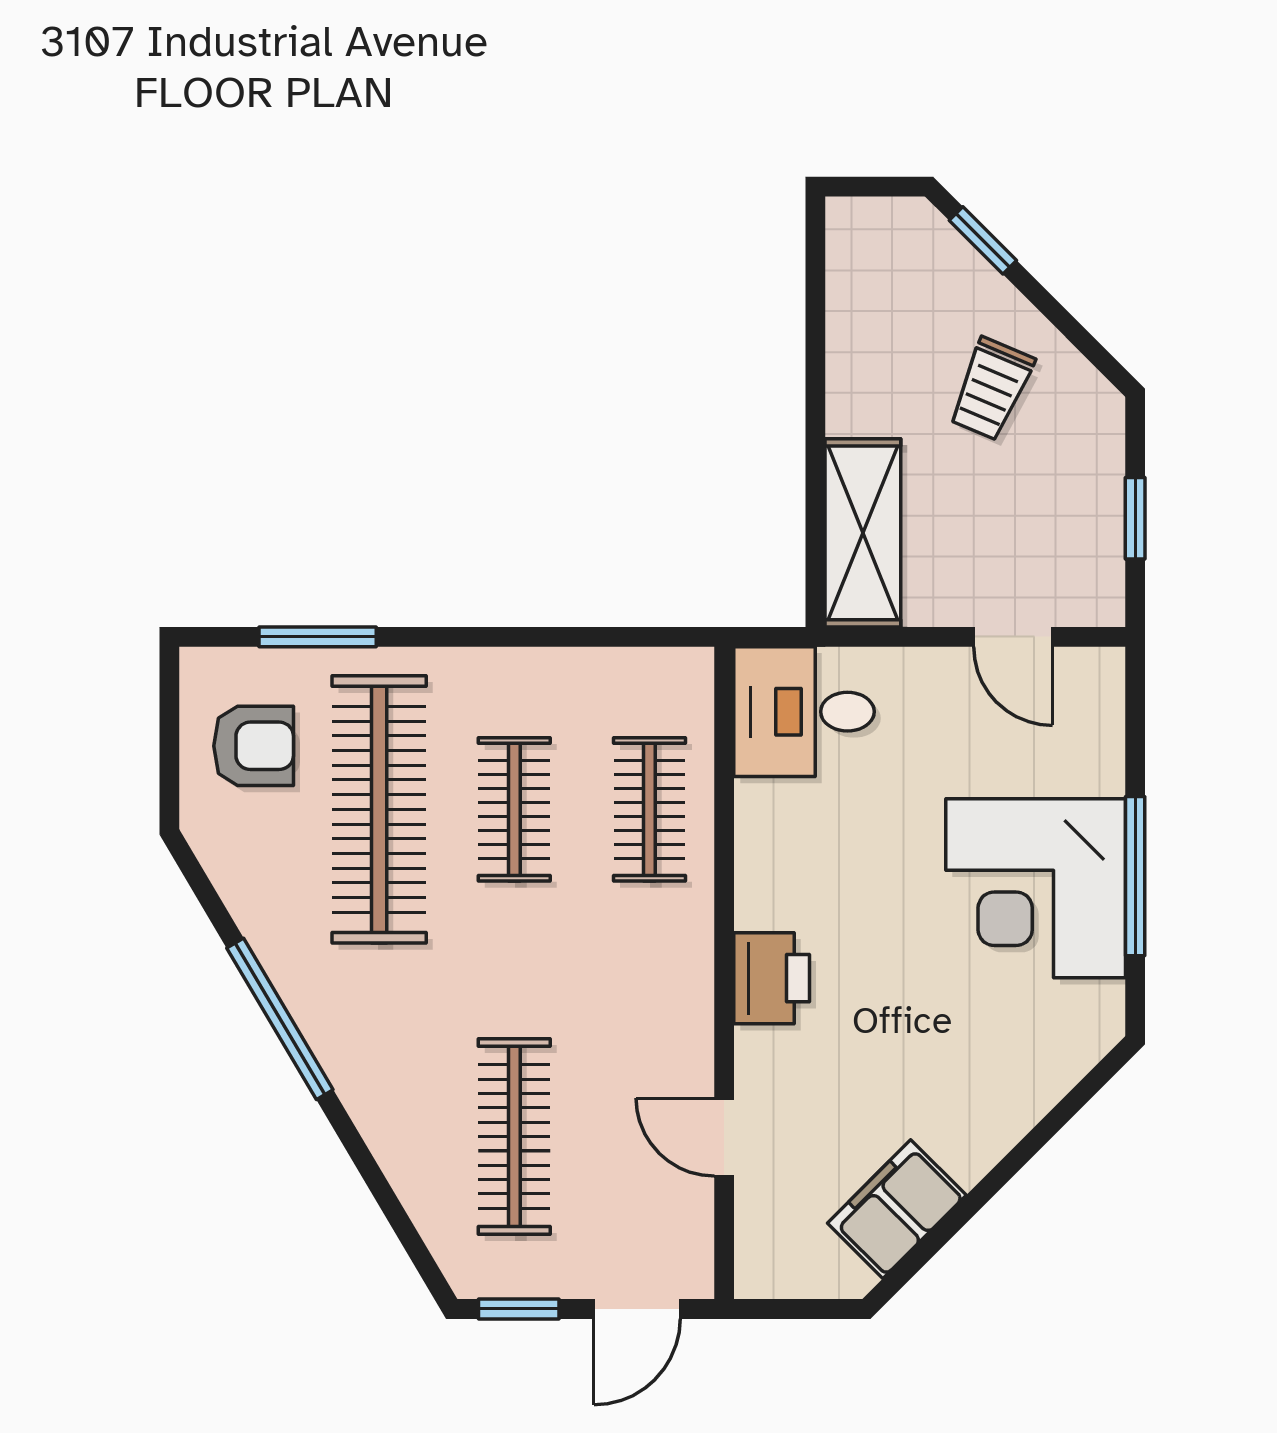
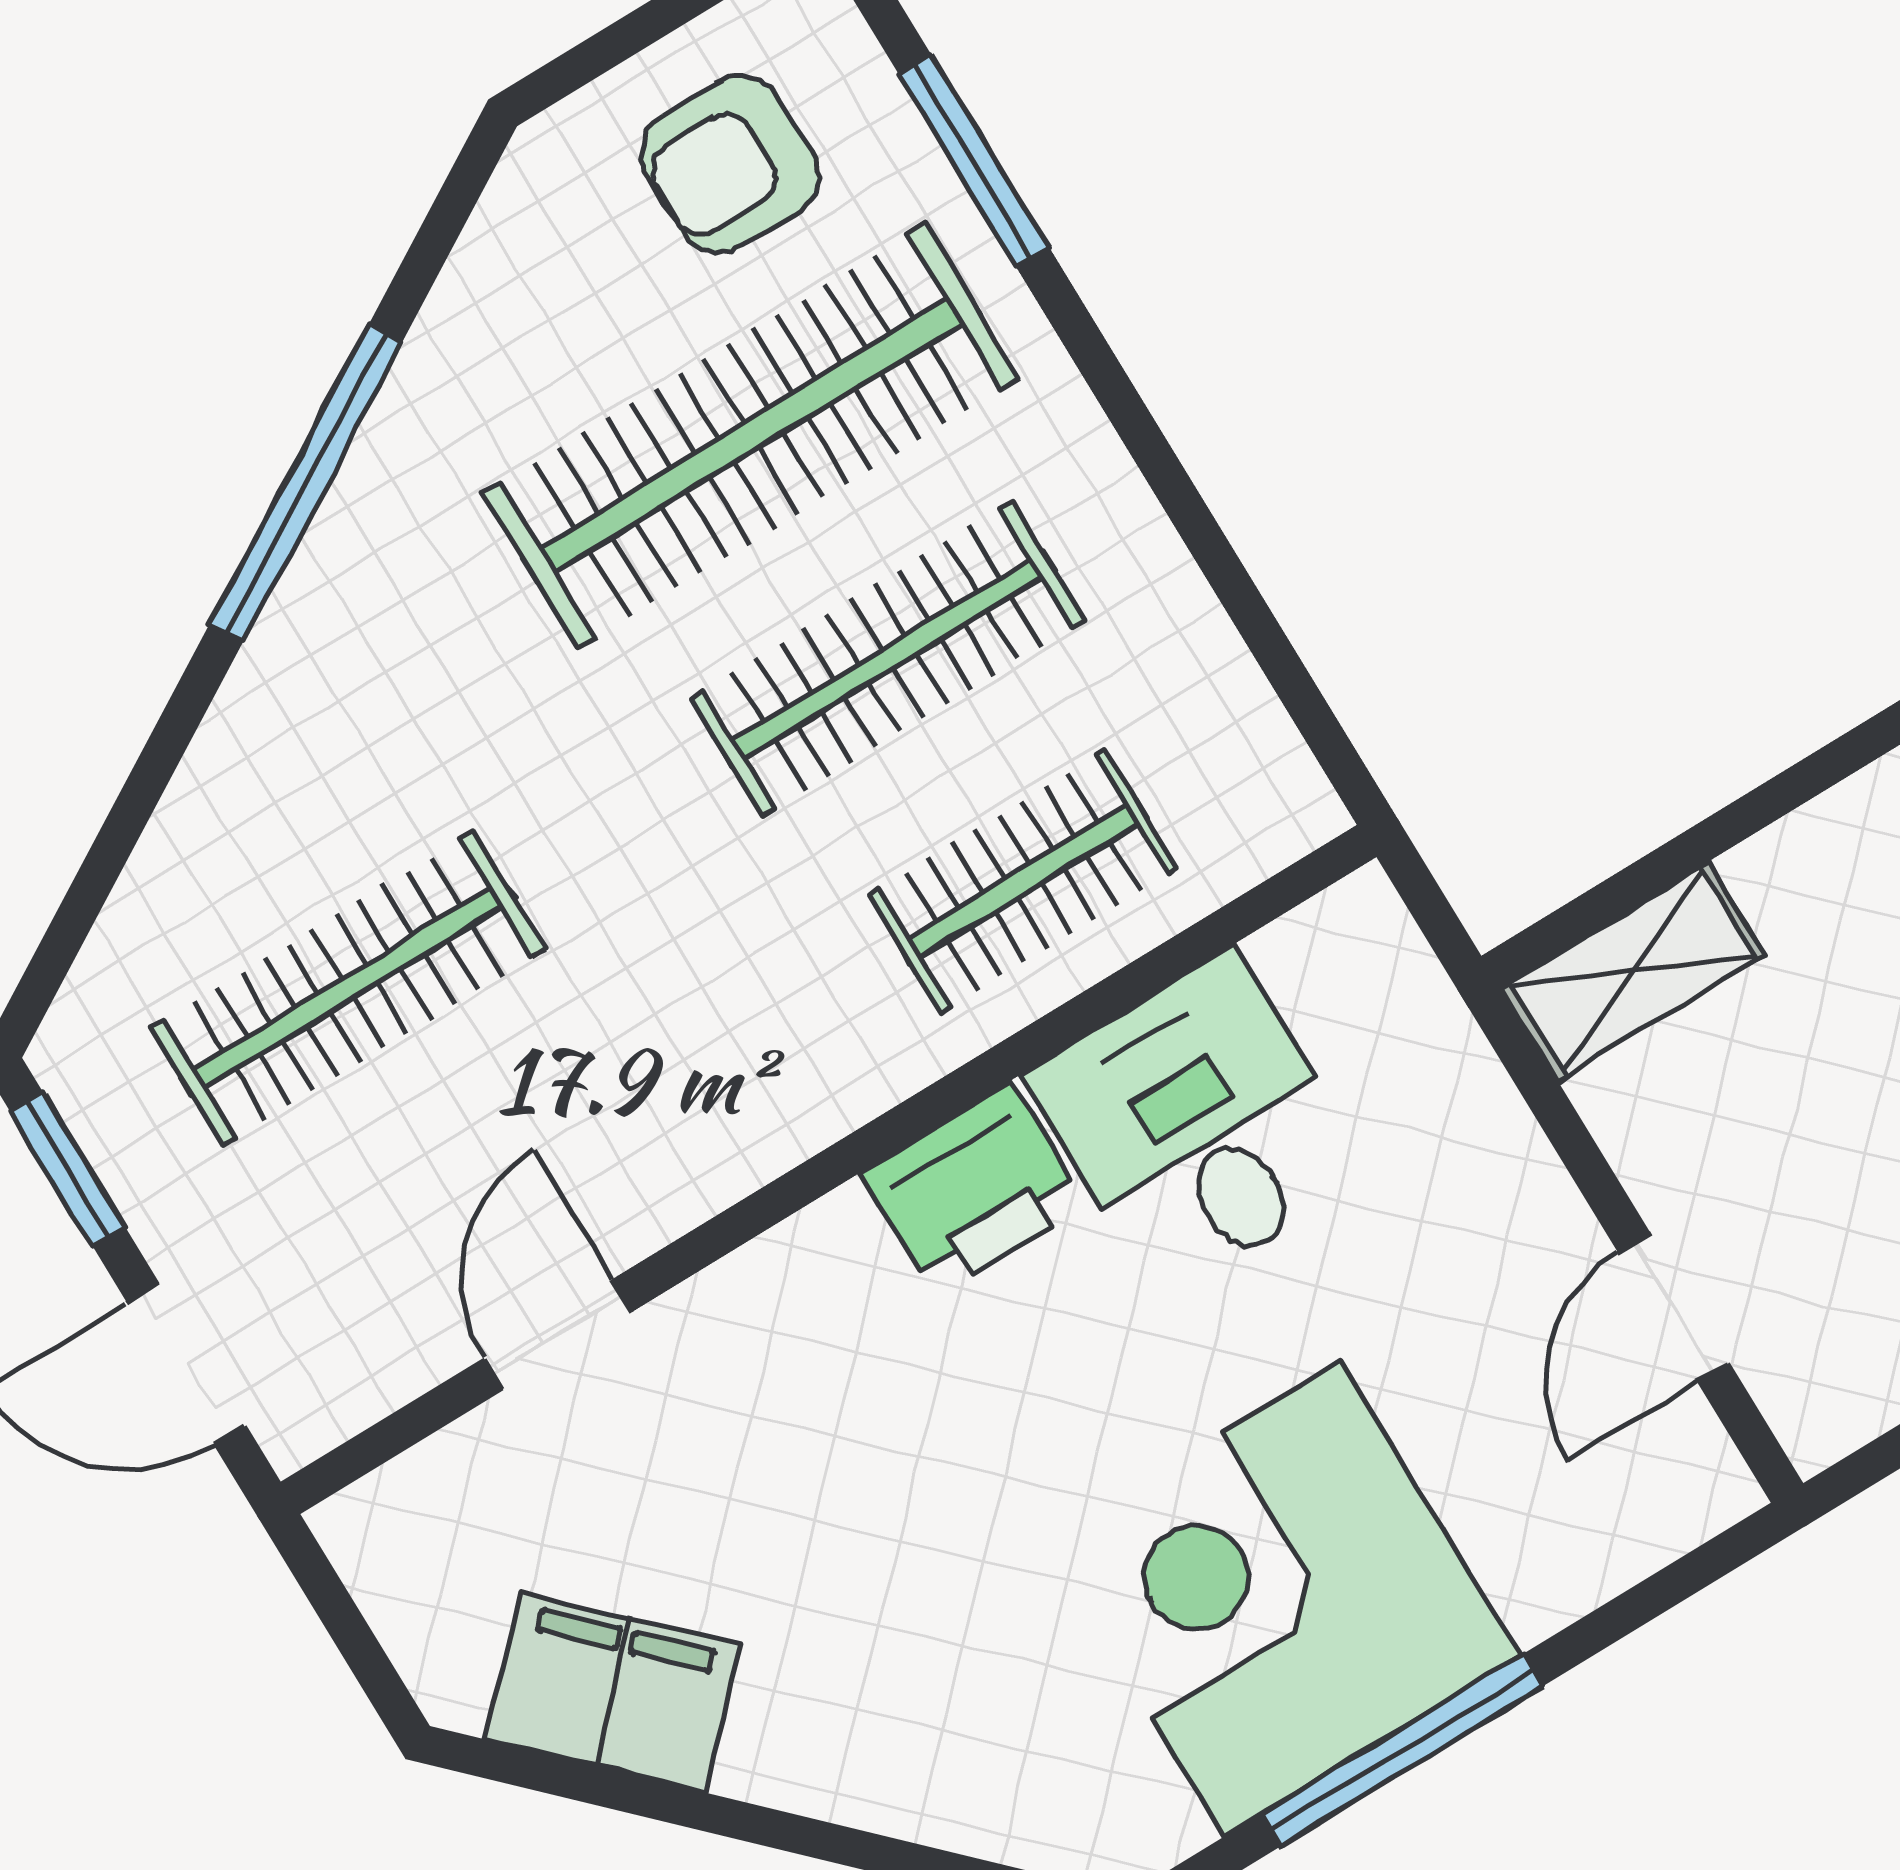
shelving: (863, 533) -> (1633, 971), width x0.67, depth x0.75
desk: (804, 712) -> (1197, 1125), moved
armchair: (254, 746) -> (730, 165), turned 90
clothes rail: (514, 809) -> (887, 659), width x1.36
printer: (772, 978) -> (973, 1189), moved

